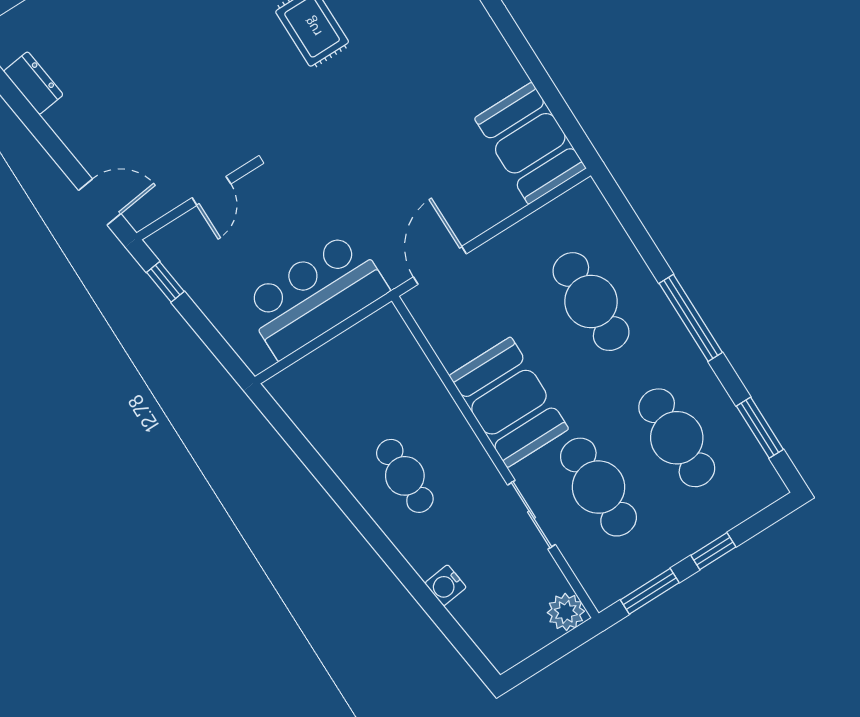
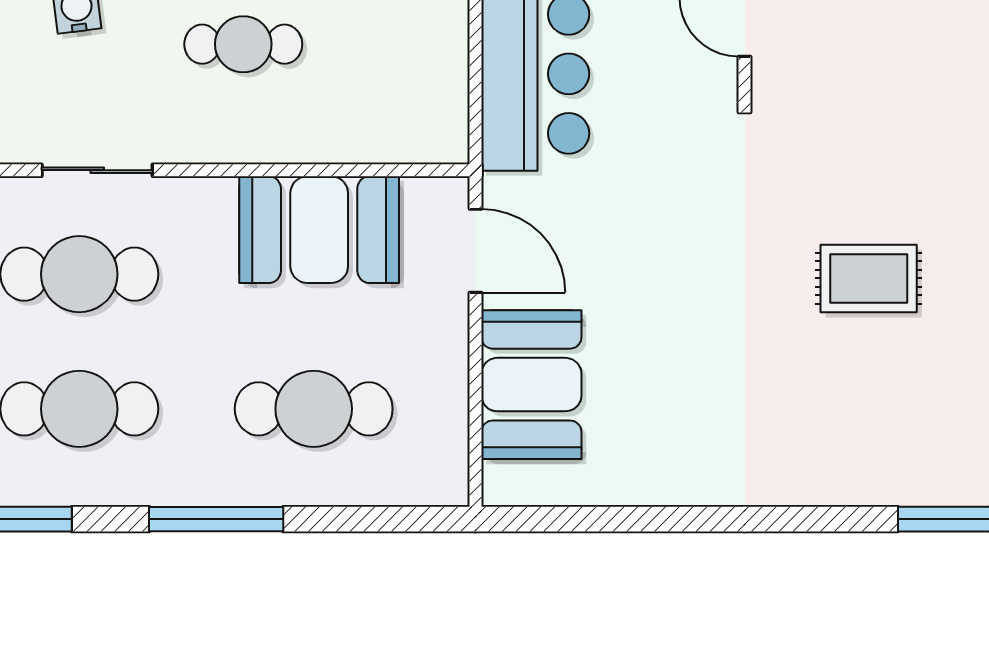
booth: (530, 143) -> (531, 385), moved, turned 90
booth: (509, 402) -> (319, 230), moved

